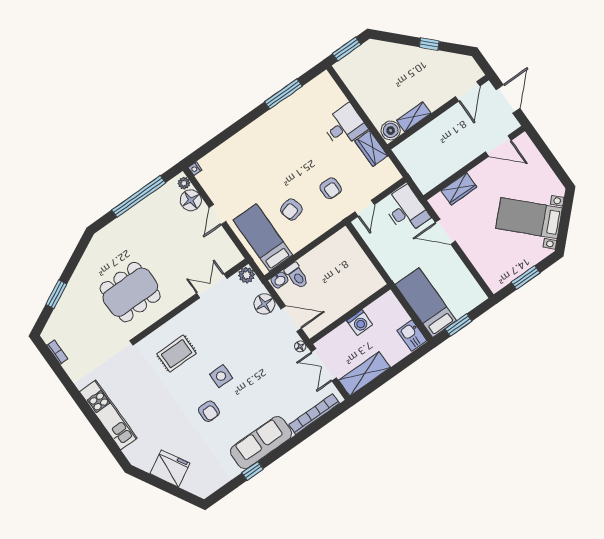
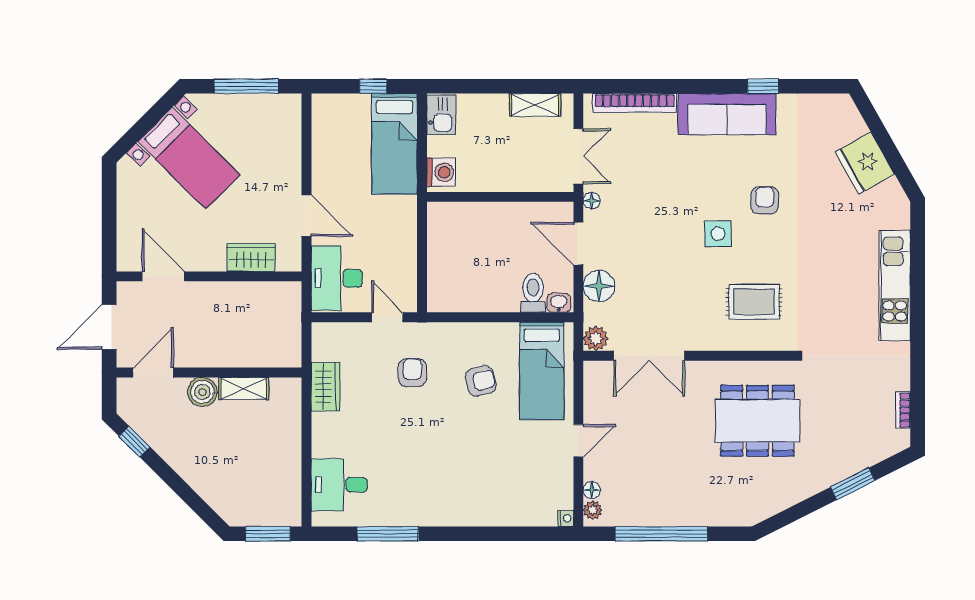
window: (429, 44) -> (134, 441), moved
desk: (344, 126) -> (339, 485), moved
boiler: (391, 130) -> (202, 392), moved
floor lamp: (191, 200) -> (592, 490), width x0.53, depth x0.53
door: (365, 208) -> (387, 317), hinge flipped
window: (526, 278) -> (246, 86), width x1.44
double door: (212, 286) -> (649, 356), width x1.37
washing machine: (360, 323) -> (441, 172), moved, turned 90
window: (459, 325) -> (373, 86), width x0.67
shelving: (364, 374) -> (535, 105), width x0.67, depth x0.75

